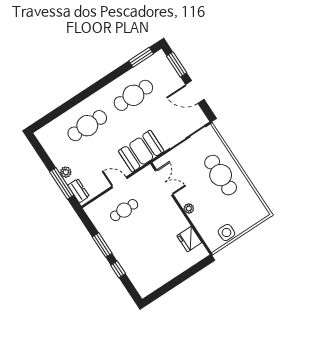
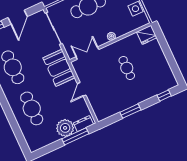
plant: (66, 172) -> (65, 128), width x1.88, depth x1.88
cafe table: (124, 210) -> (127, 68), moved
fridge: (189, 239) -> (147, 35), moved
window: (118, 269) -> (164, 96), moved

